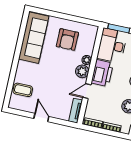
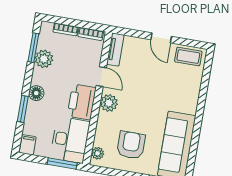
plant: (87, 60) -> (98, 153), moved
coffee table: (23, 90) -> (188, 57), moved
door: (87, 91) -> (101, 77), hinge flipped

